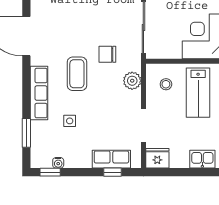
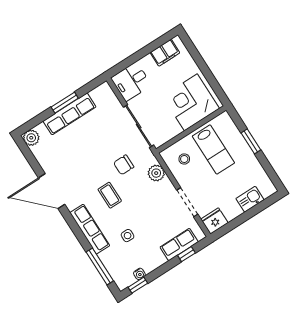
coffee table: (77, 74) -> (110, 195), width x0.73, depth x0.77
window: (26, 133) -> (100, 266), width x1.44

